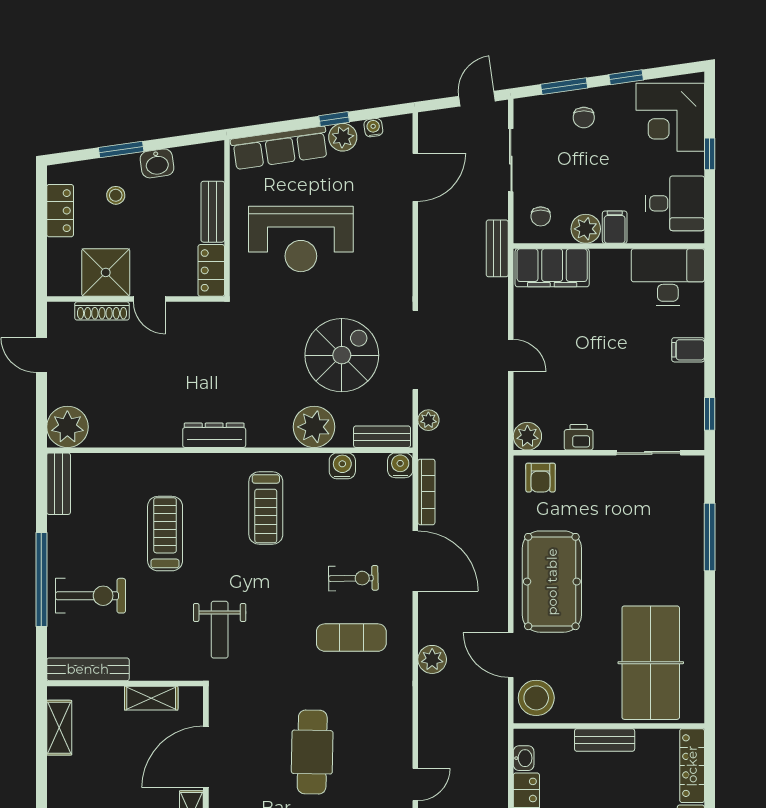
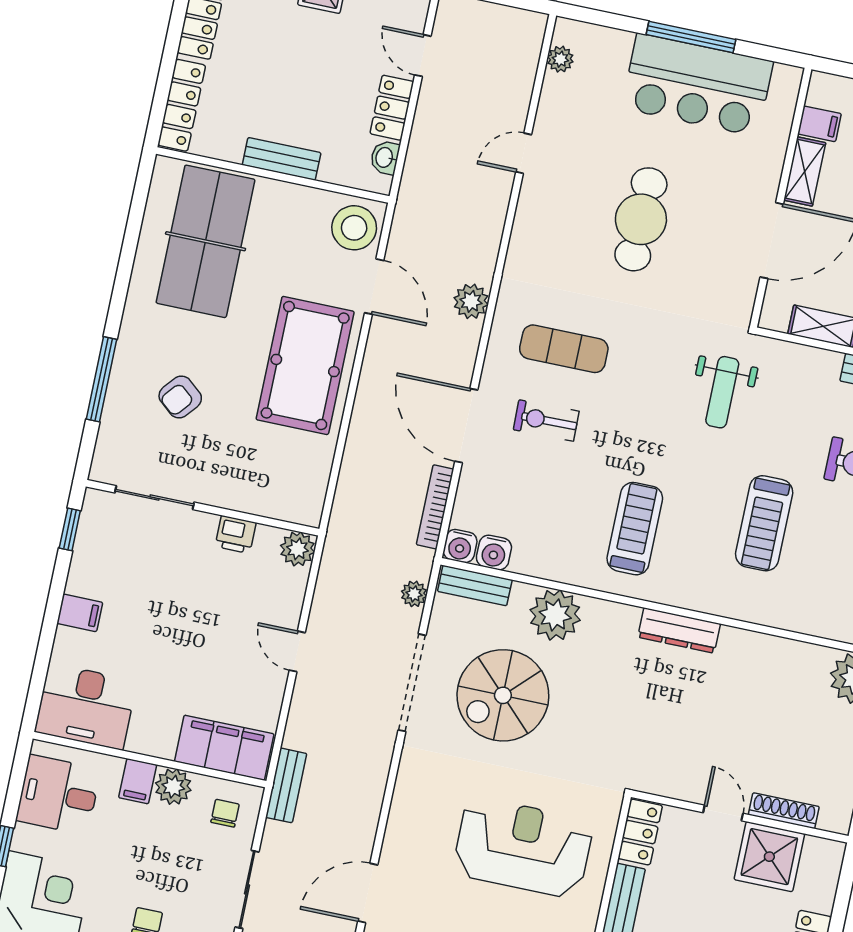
water cooler: (342, 466) -> (494, 552), moved
armchair: (541, 478) -> (180, 397), moved, turned -140
weight bench: (220, 630) -> (722, 392), turned 180

